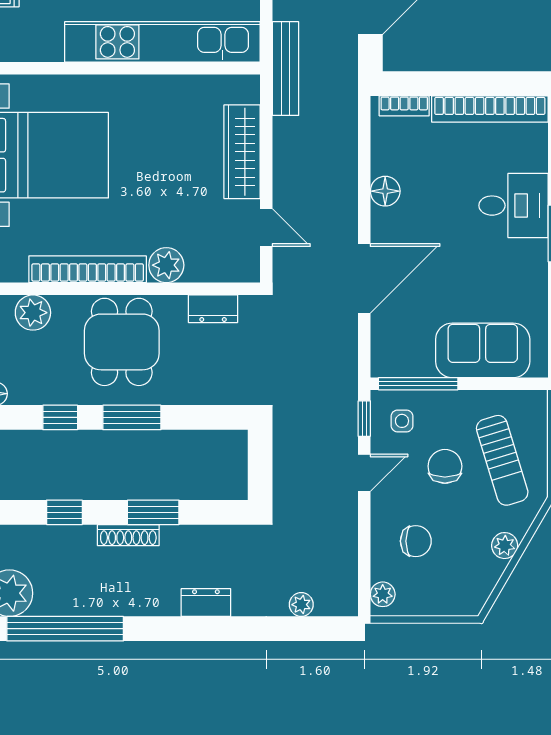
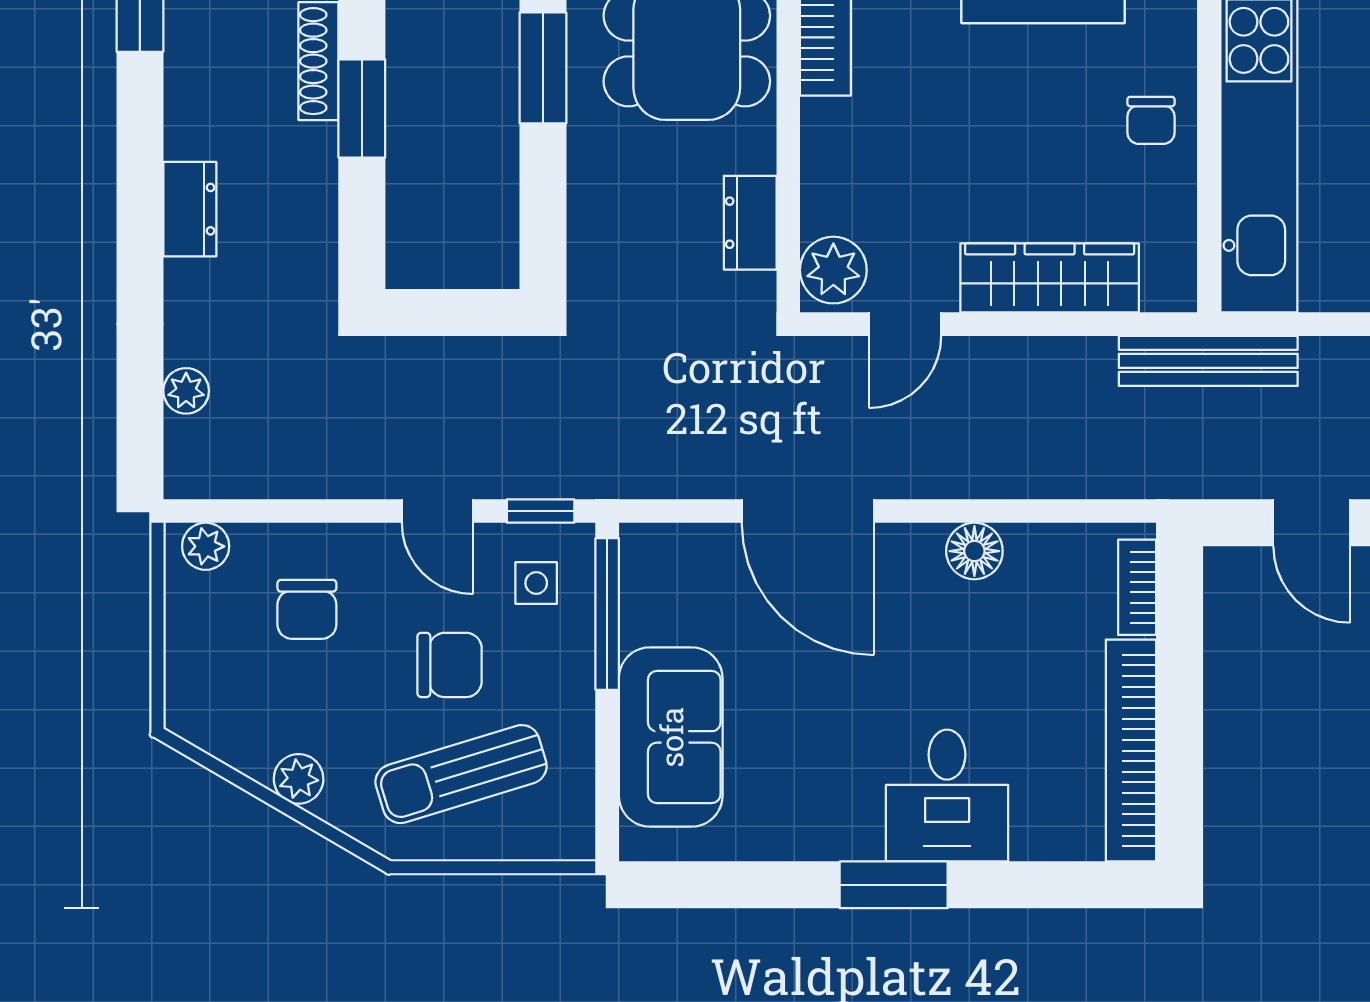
chair: (159, 99) -> (1151, 120), added
plant: (166, 265) -> (833, 270), moved

